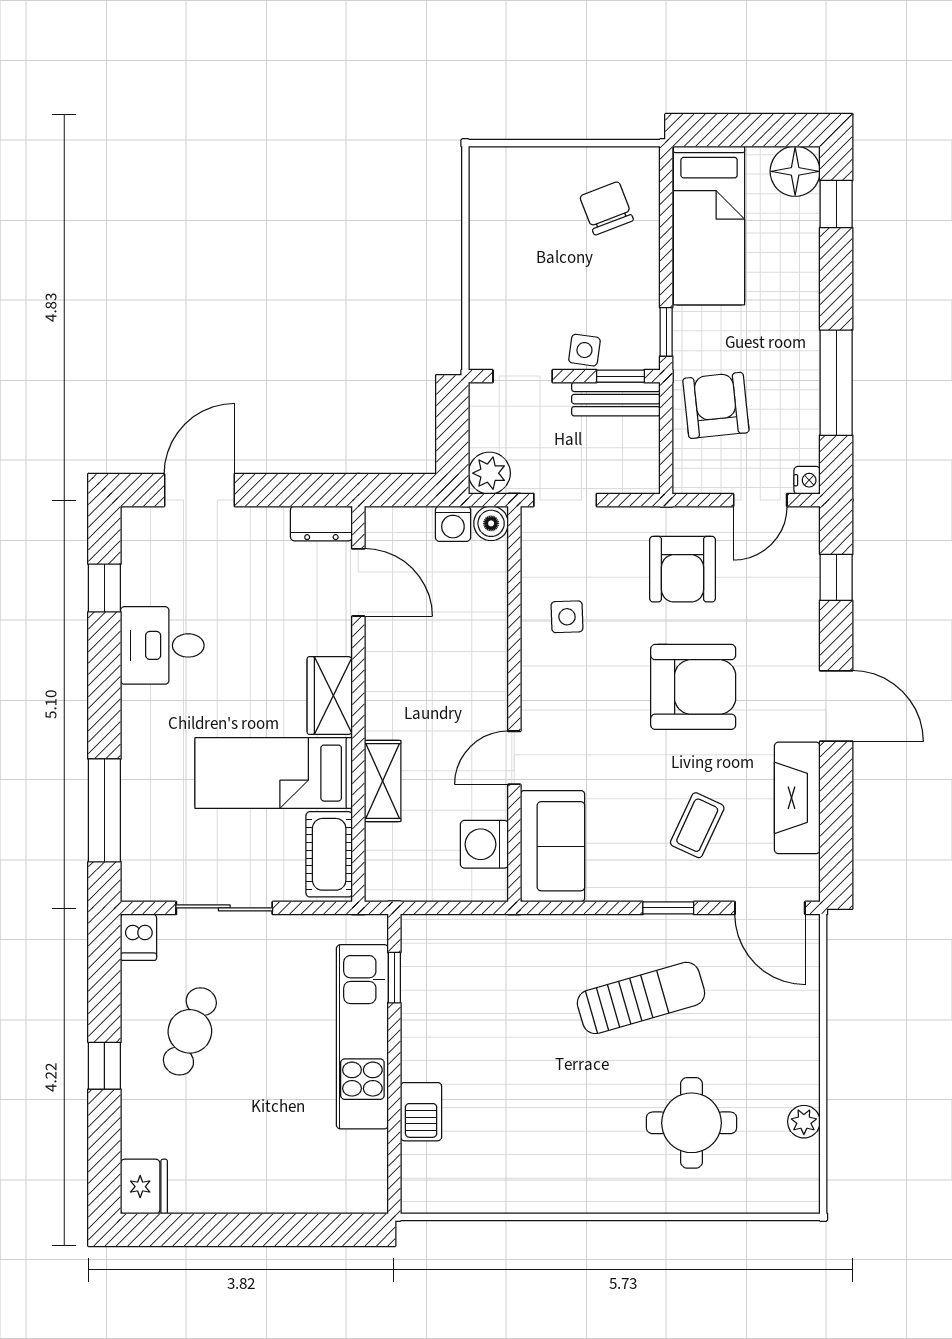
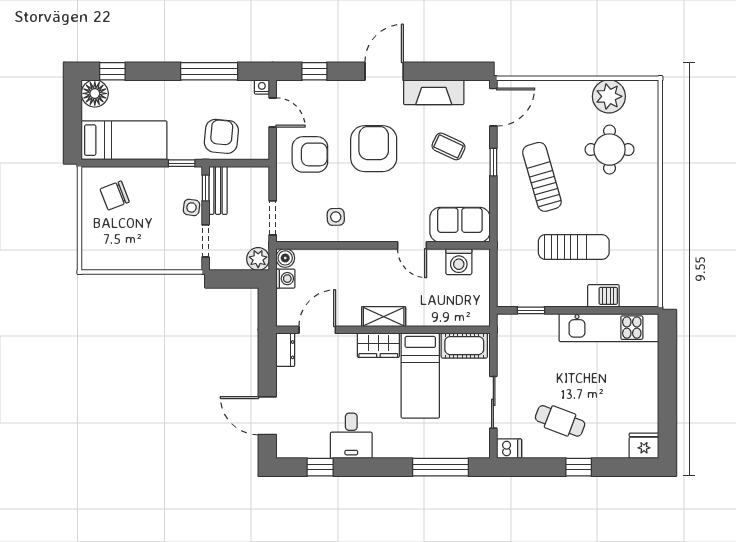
armchair: (716, 405) -> (221, 136), turned 101
shelving: (383, 781) -> (384, 317), moved
kitchen unit: (362, 1037) -> (609, 328), moved
sun lounger: (511, 1057) -> (574, 247), added
plant: (804, 1122) -> (609, 96), width x1.87, depth x1.87

